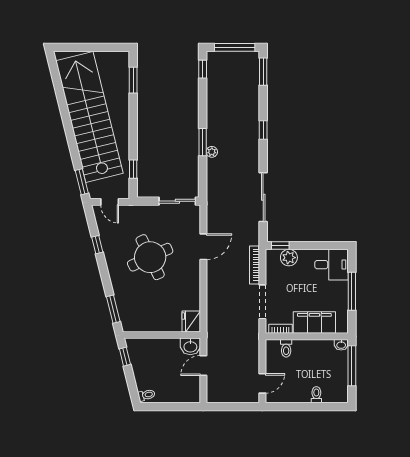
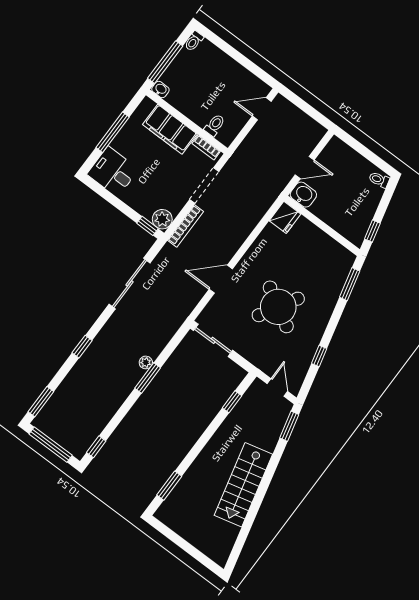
stairs: (89, 117) -> (243, 485), width x0.54, depth x0.66
round table: (150, 257) -> (278, 307), turned -35
plant: (289, 258) -> (162, 219), moved
toilet: (316, 395) -> (194, 41), moved

